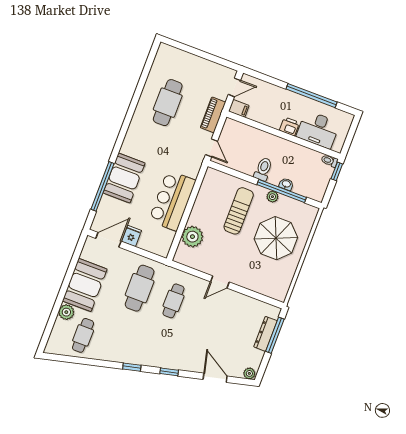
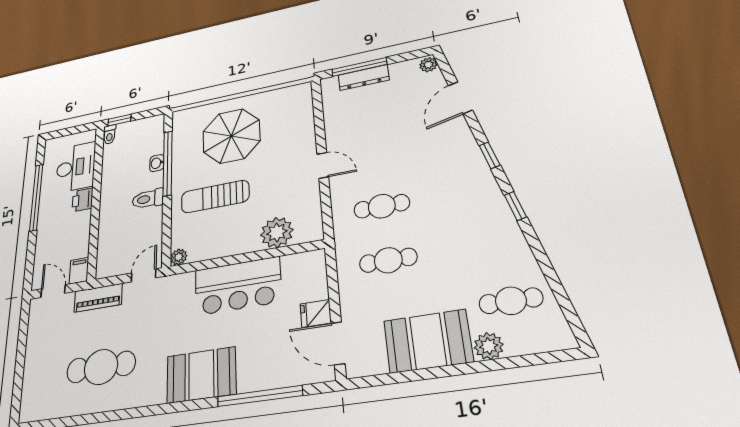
booth: (124, 178) -> (201, 375), moved
plant: (272, 197) -> (179, 257), moved
cafe table: (140, 288) -> (388, 260), width x0.73, depth x0.74

